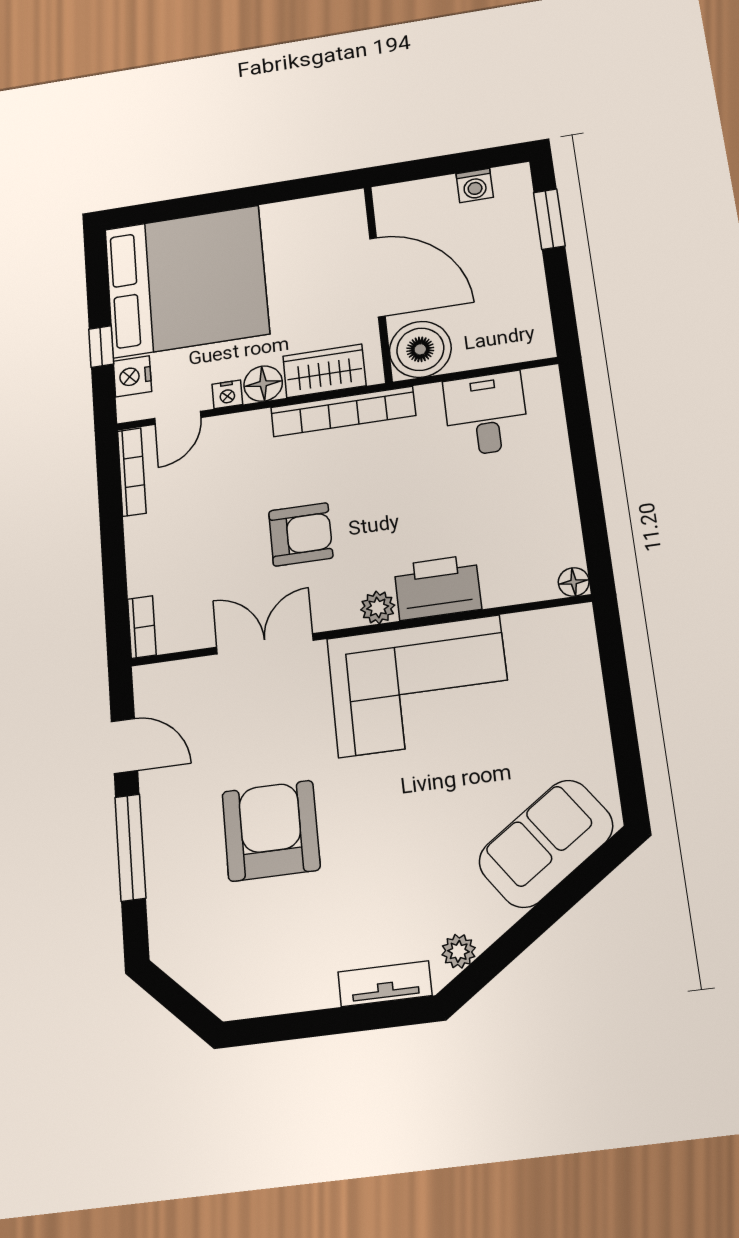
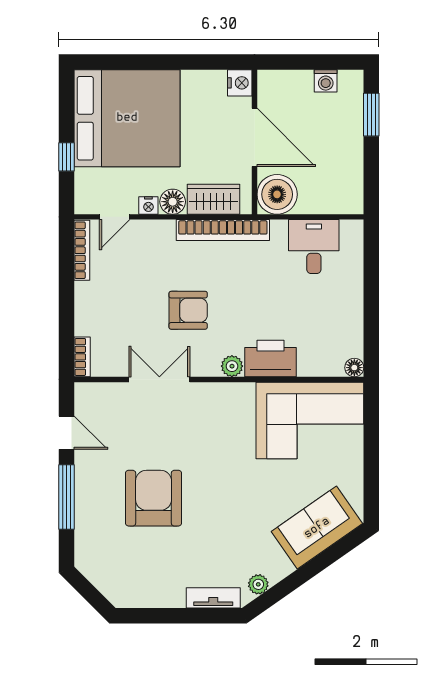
nightstand: (132, 376) -> (240, 83), moved, turned 180
corner sofa: (419, 686) -> (310, 420), moved

